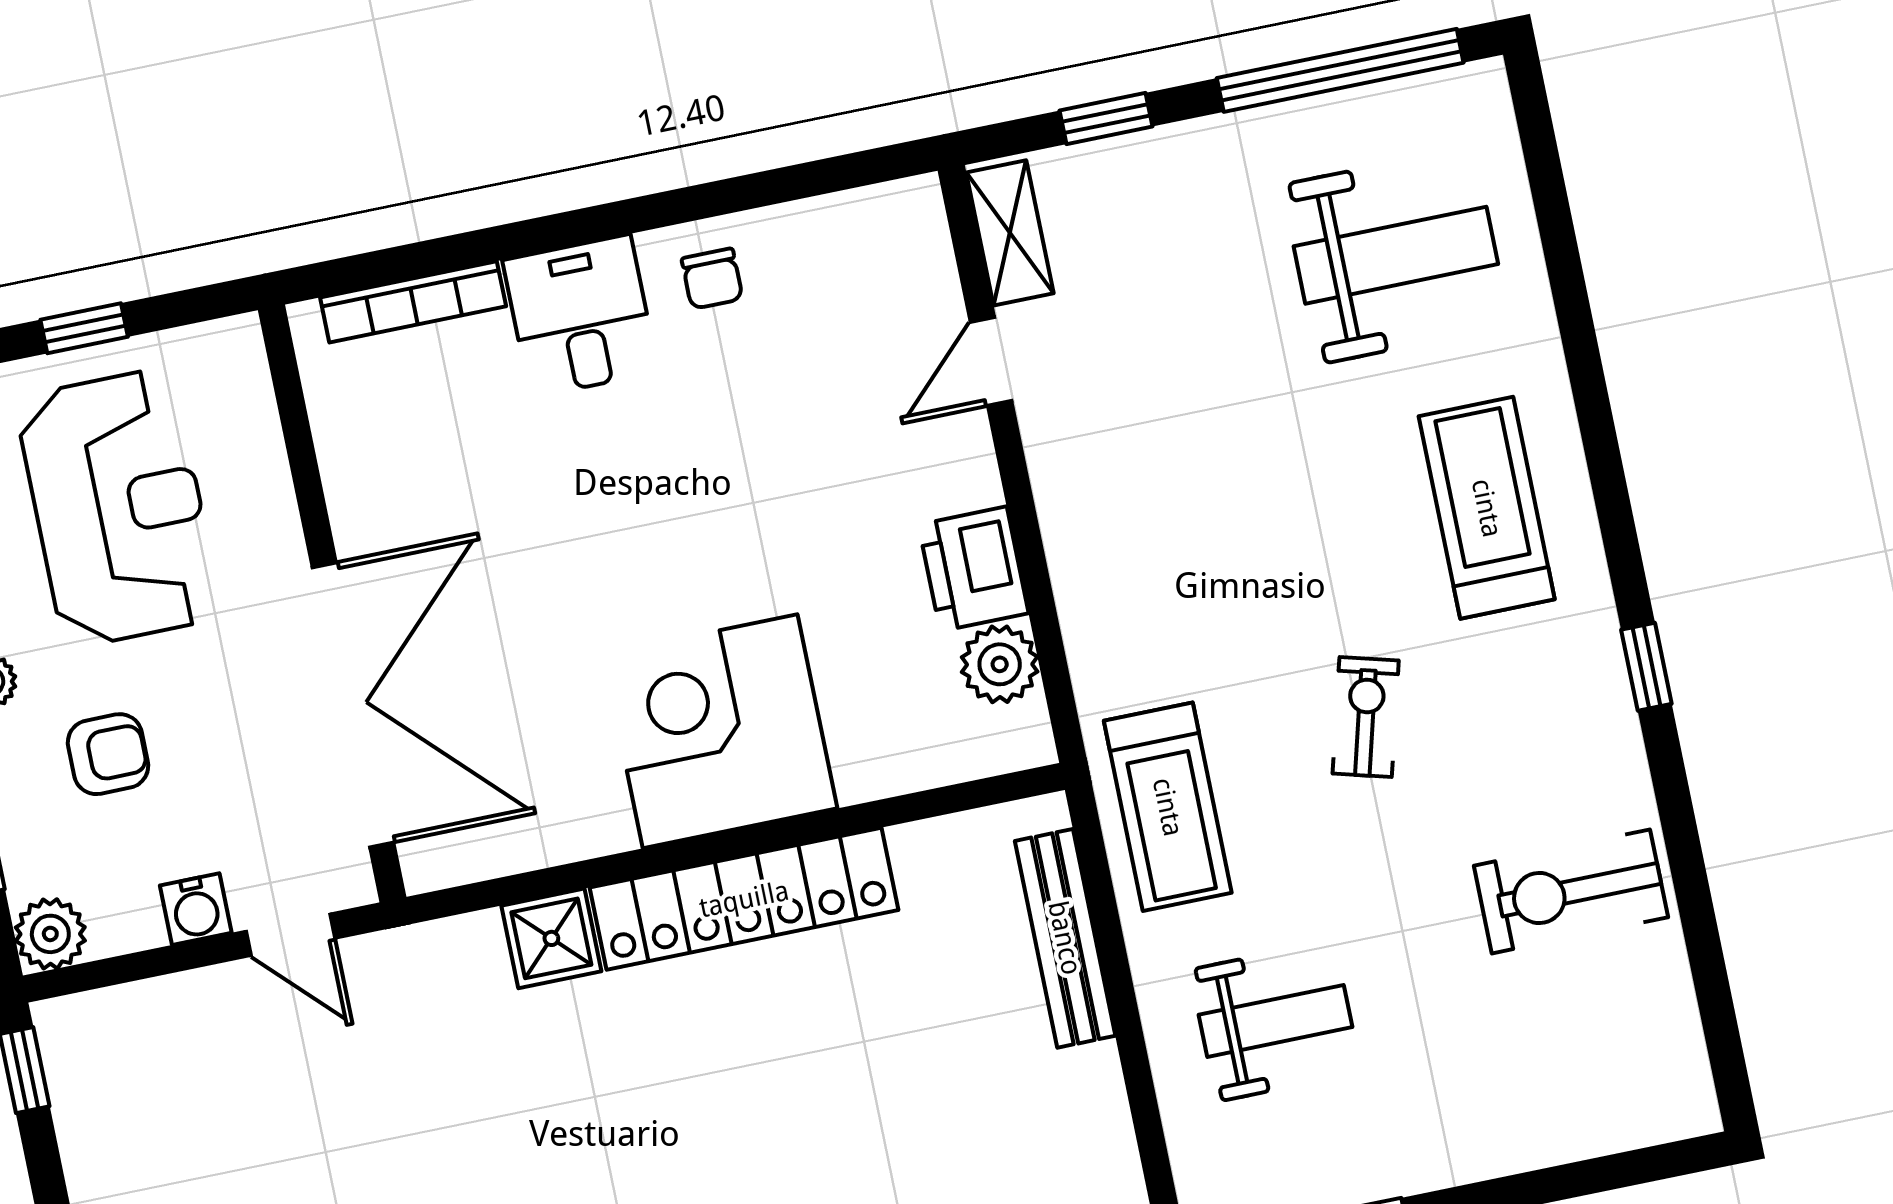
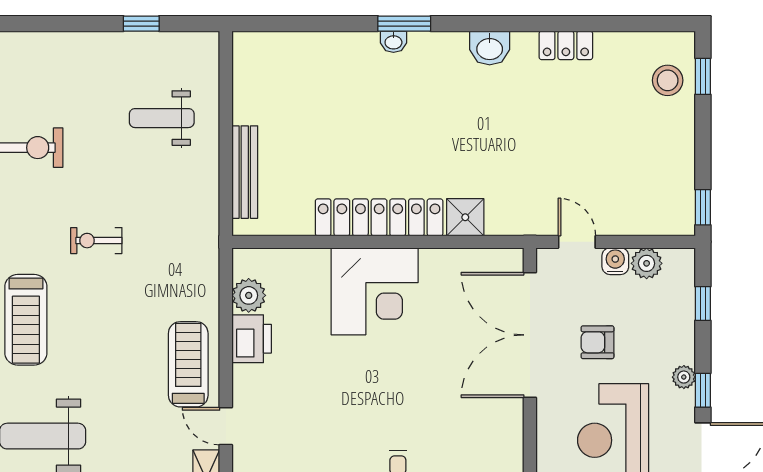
door: (991, 361) -> (226, 426), swing flipped
exercise bike: (1366, 717) -> (96, 241), turned 75
armchair: (108, 754) -> (597, 342), moved
treadmill: (1168, 807) -> (188, 364), moved
plant: (50, 934) -> (647, 263), moved

